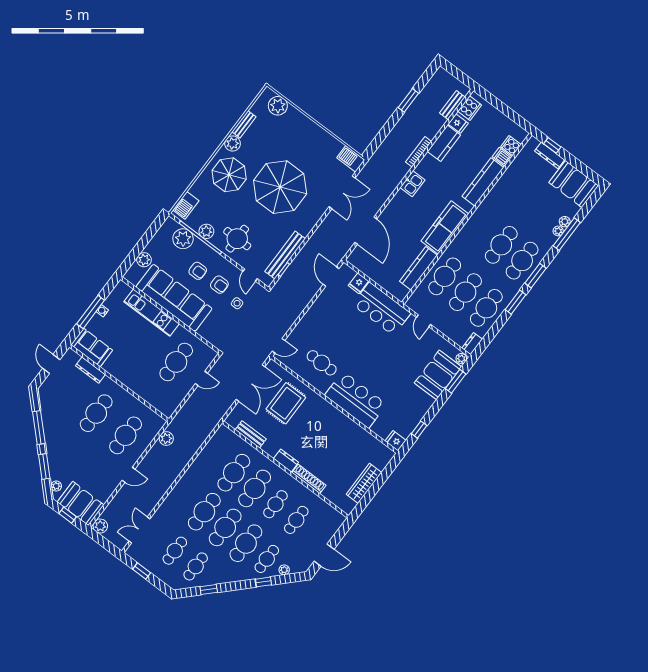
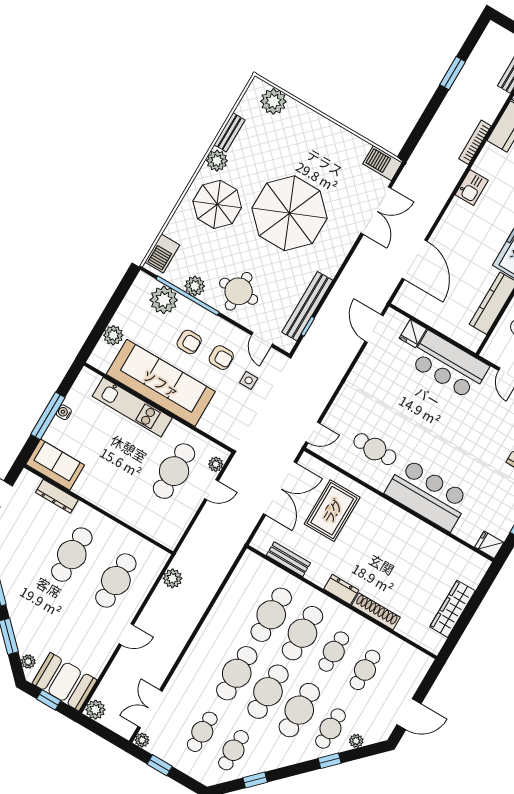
plant: (207, 360) -> (216, 464), added
plant: (131, 552) -> (142, 740), added

